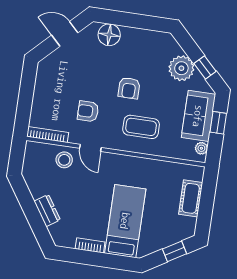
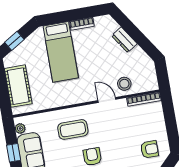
armchair: (88, 111) -> (149, 149), moved
cot: (191, 198) -> (18, 86), width x1.37, depth x1.34

